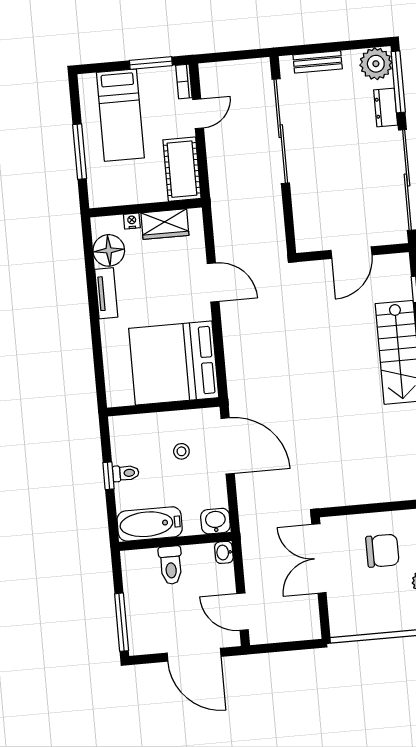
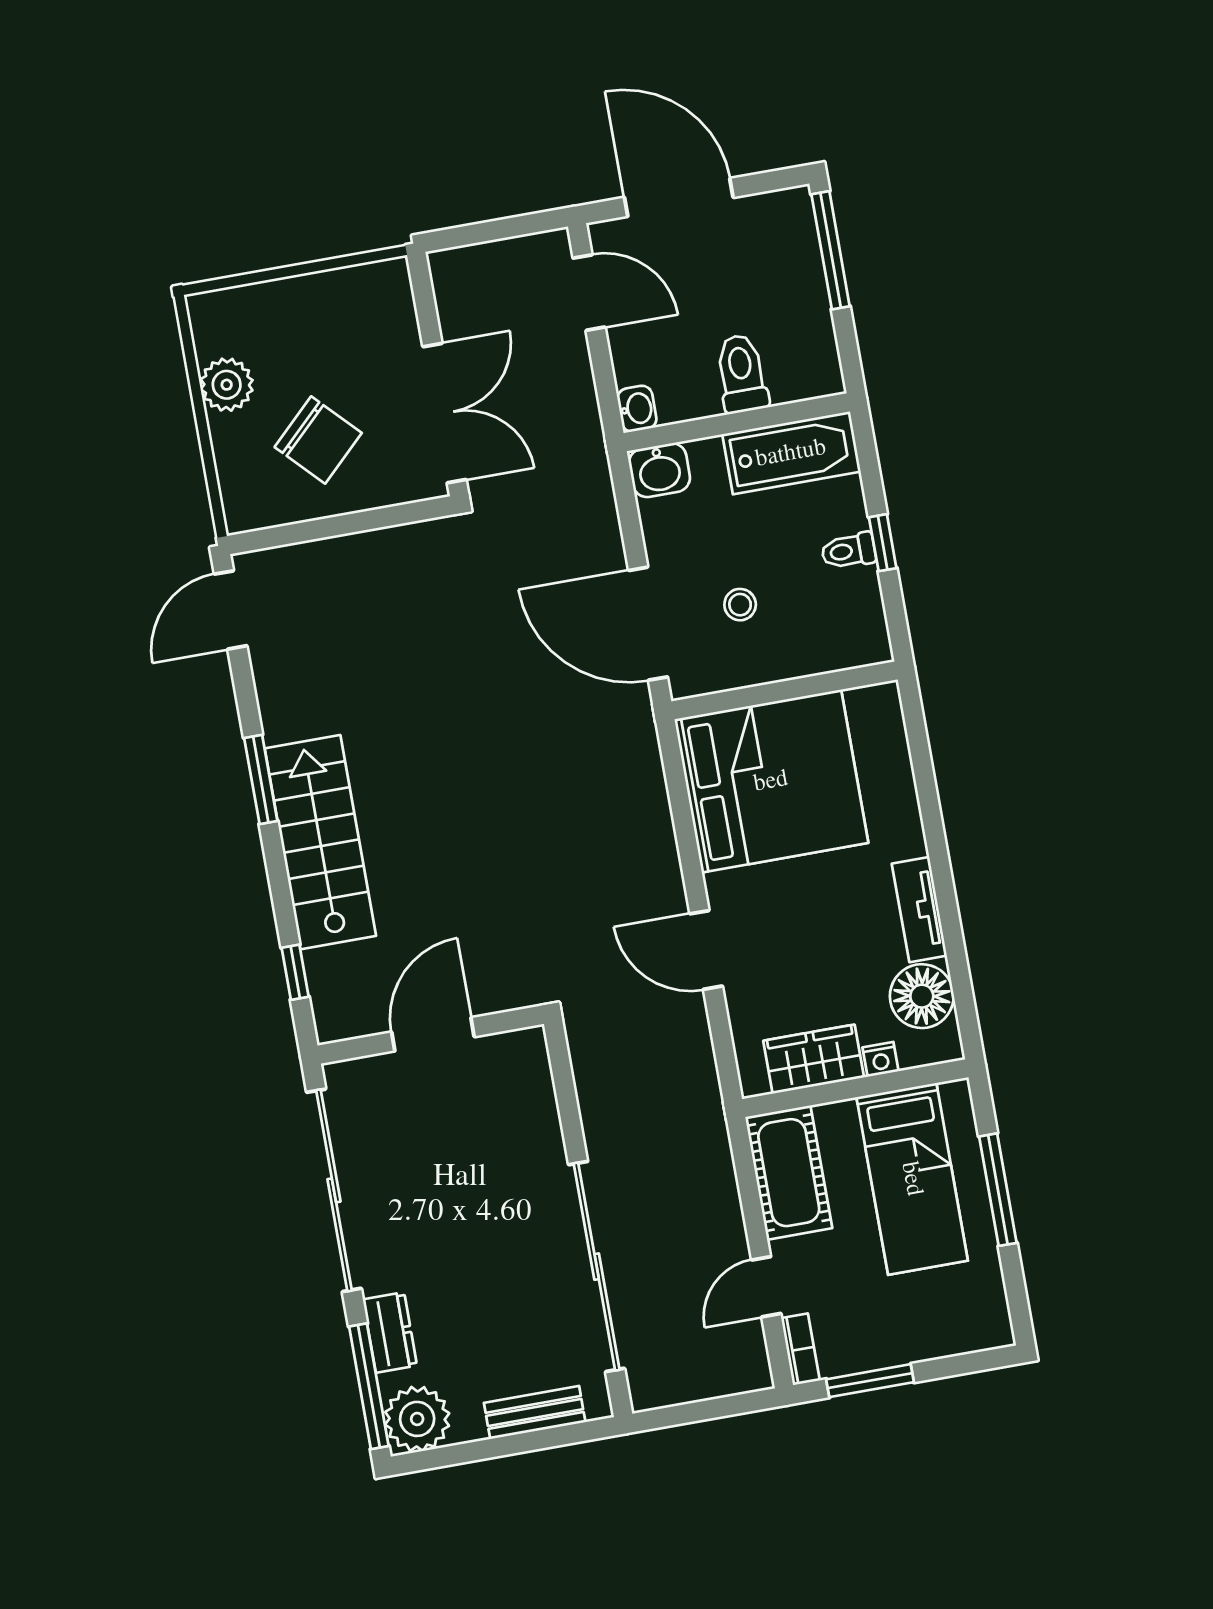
bed: (120, 115) -> (912, 1179), moved, turned 180
chair: (382, 551) -> (318, 440), turned -134

